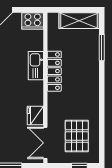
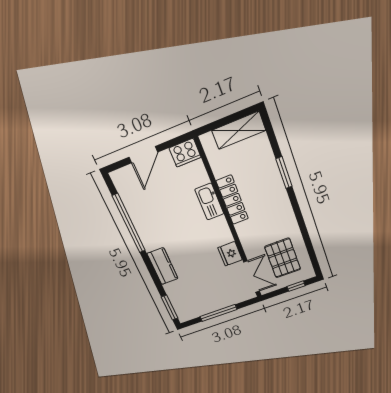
window: (102, 48) -> (284, 173), moved
double door: (45, 143) -> (252, 277), swing flipped

